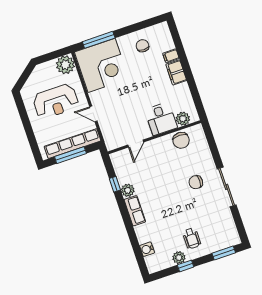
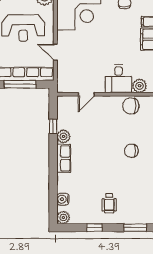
chair: (181, 140) -> (131, 106), turned 90
plant: (179, 258) -> (63, 218), moved

